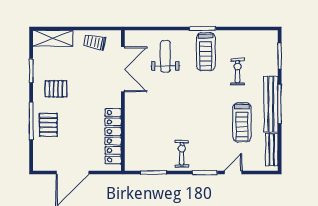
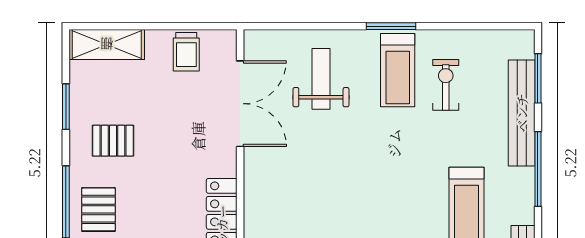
trolley: (94, 42) -> (186, 52), turned -102
exercise bike: (238, 72) -> (446, 85), moved
bench: (271, 104) -> (522, 113), moved

